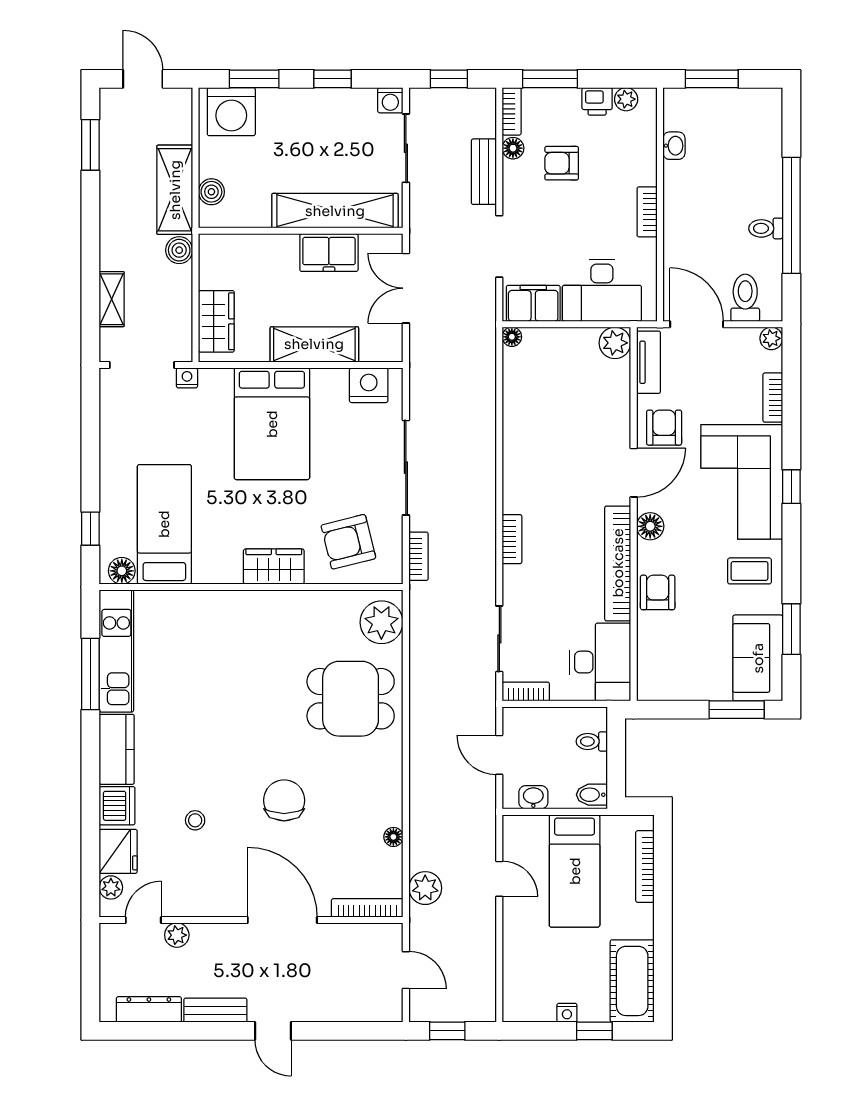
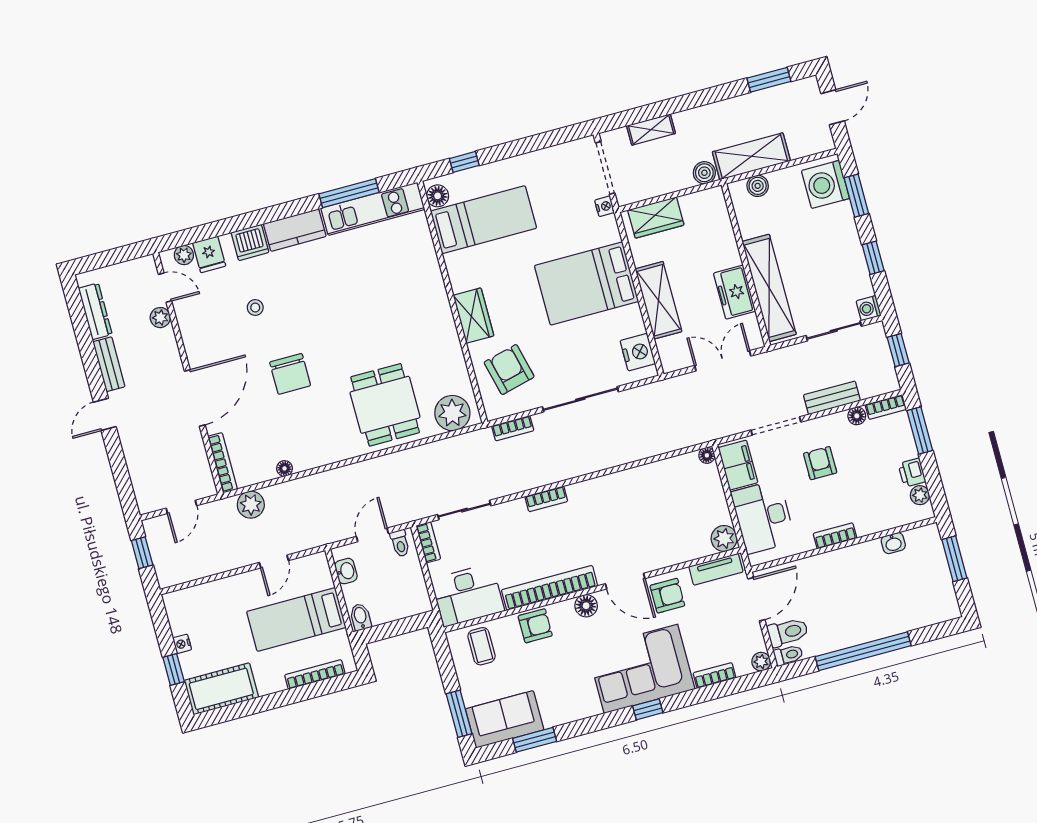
armchair: (562, 163) -> (820, 463), moved
toilet: (766, 228) -> (788, 655), moved, turned 90
coffee table: (750, 571) -> (481, 646), moved
toilet: (592, 741) -> (400, 543), moved, turned 180
chair: (284, 800) -> (290, 374), turned 90
fridge: (118, 851) -> (209, 254), width x0.72

